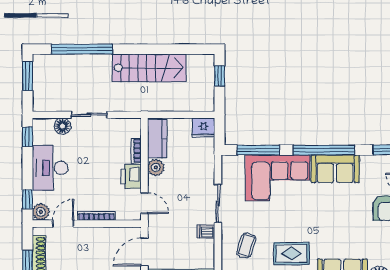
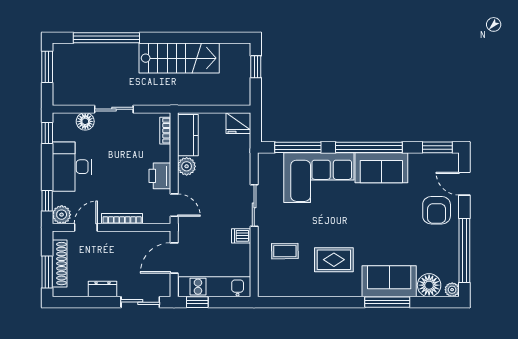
bookcase: (136, 151) -> (165, 131), moved
coffee table: (246, 246) -> (285, 251), turned 72

